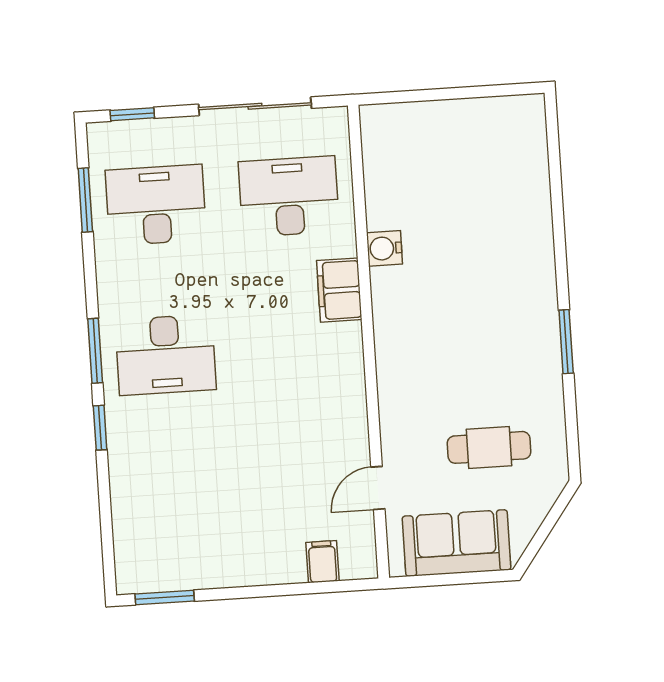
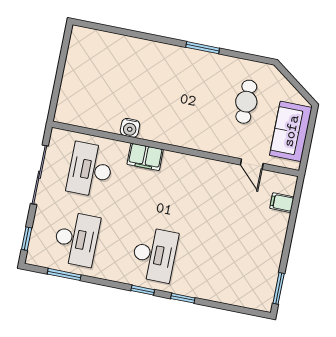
desk: (156, 205) -> (76, 239), turned 180
window: (95, 351) -> (143, 290), width x0.67

